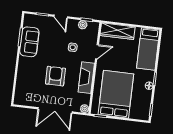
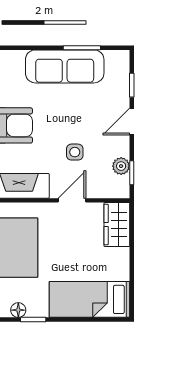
wardrobe: (118, 31) -> (117, 225), width x0.67
sofa: (29, 42) -> (65, 66), width x1.36
door: (97, 52) -> (72, 200), swing flipped

